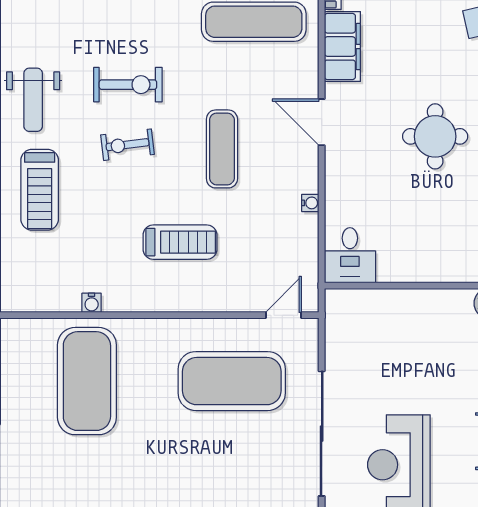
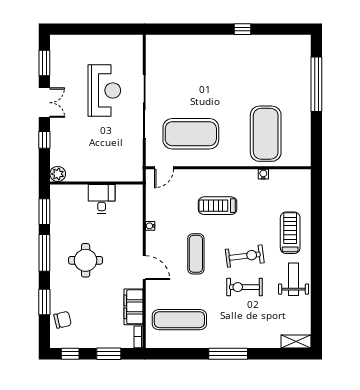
exercise bike: (128, 145) -> (245, 256), width x1.38, depth x1.39
desk: (350, 255) -> (102, 199), moved

